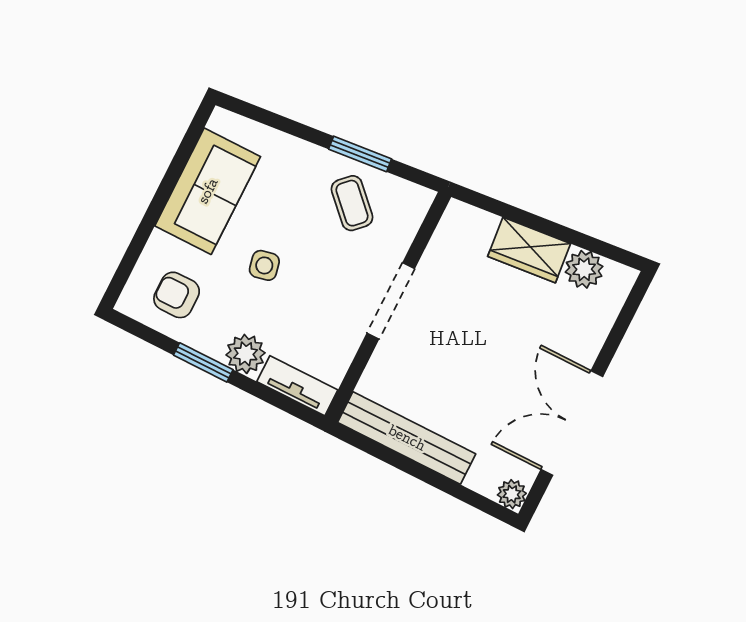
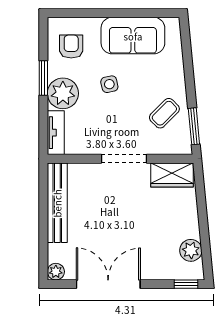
window: (360, 154) -> (194, 126), moved
wardrobe: (529, 250) -> (172, 175), moved, turned -85
window: (633, 303) -> (186, 284), added
plant: (246, 354) -> (63, 93), width x1.36, depth x1.36

